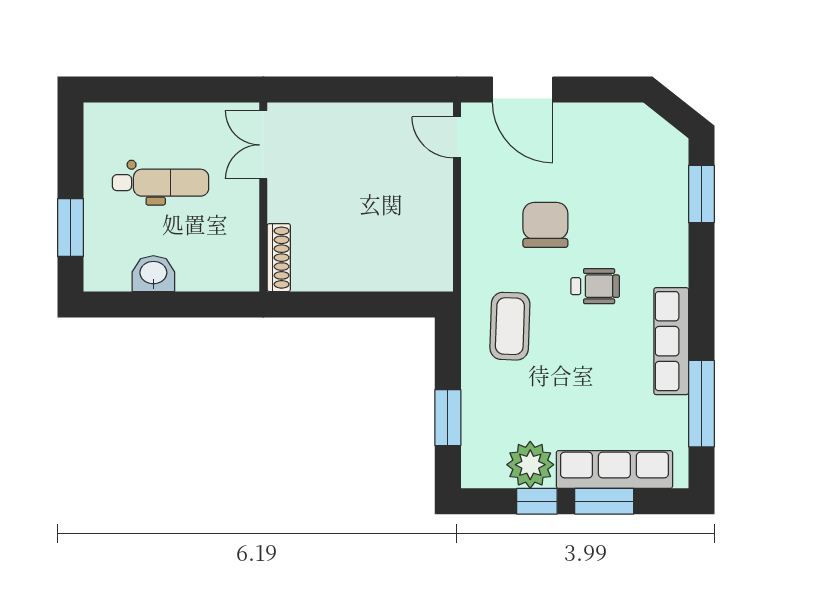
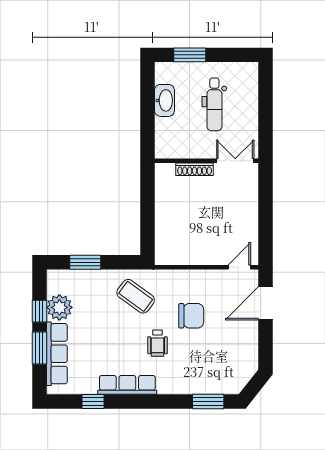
shoe rack: (279, 258) -> (195, 169), moved
washbasin: (153, 274) -> (164, 100), width x1.38
coffee table: (510, 326) -> (136, 296), turned 34
window: (701, 404) -> (93, 401), width x0.46

